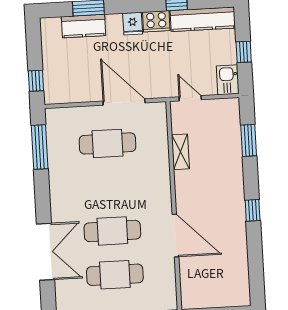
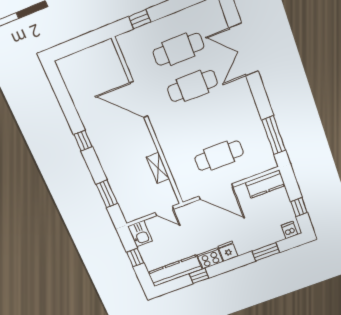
kitchen counter: (84, 26) -> (265, 184), moved, turned 180
dishwasher: (53, 27) -> (289, 230), added
window: (36, 81) -> (299, 207), moved

